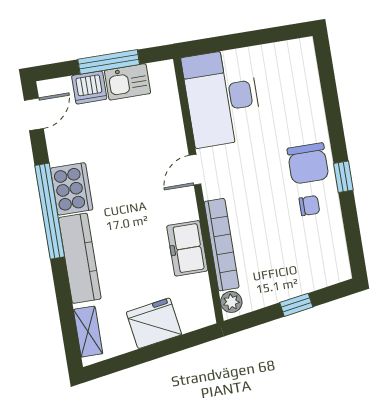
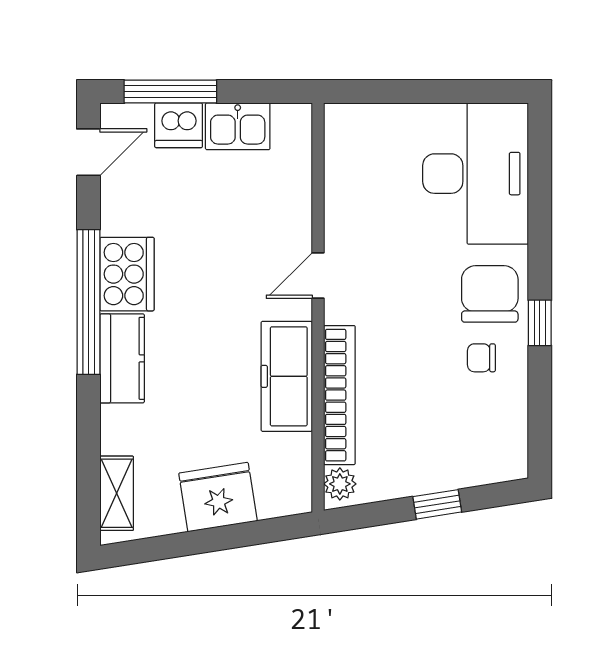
window: (109, 62) -> (170, 92), moved
desk: (222, 98) -> (476, 174), moved, turned 180
chair: (308, 163) -> (490, 294), turned 180
chair: (309, 206) -> (481, 358), turned 180
freezer: (187, 248) -> (287, 376), width x1.40
kitchen counter: (80, 258) -> (122, 358), width x0.67

